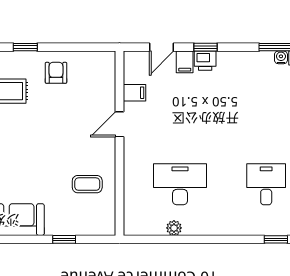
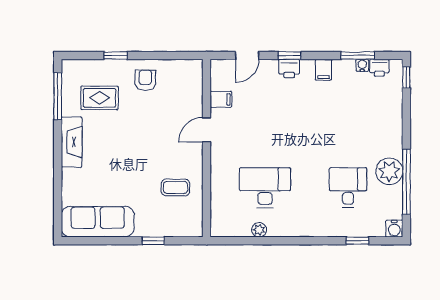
filing cabinet: (185, 62) -> (323, 70), moved

